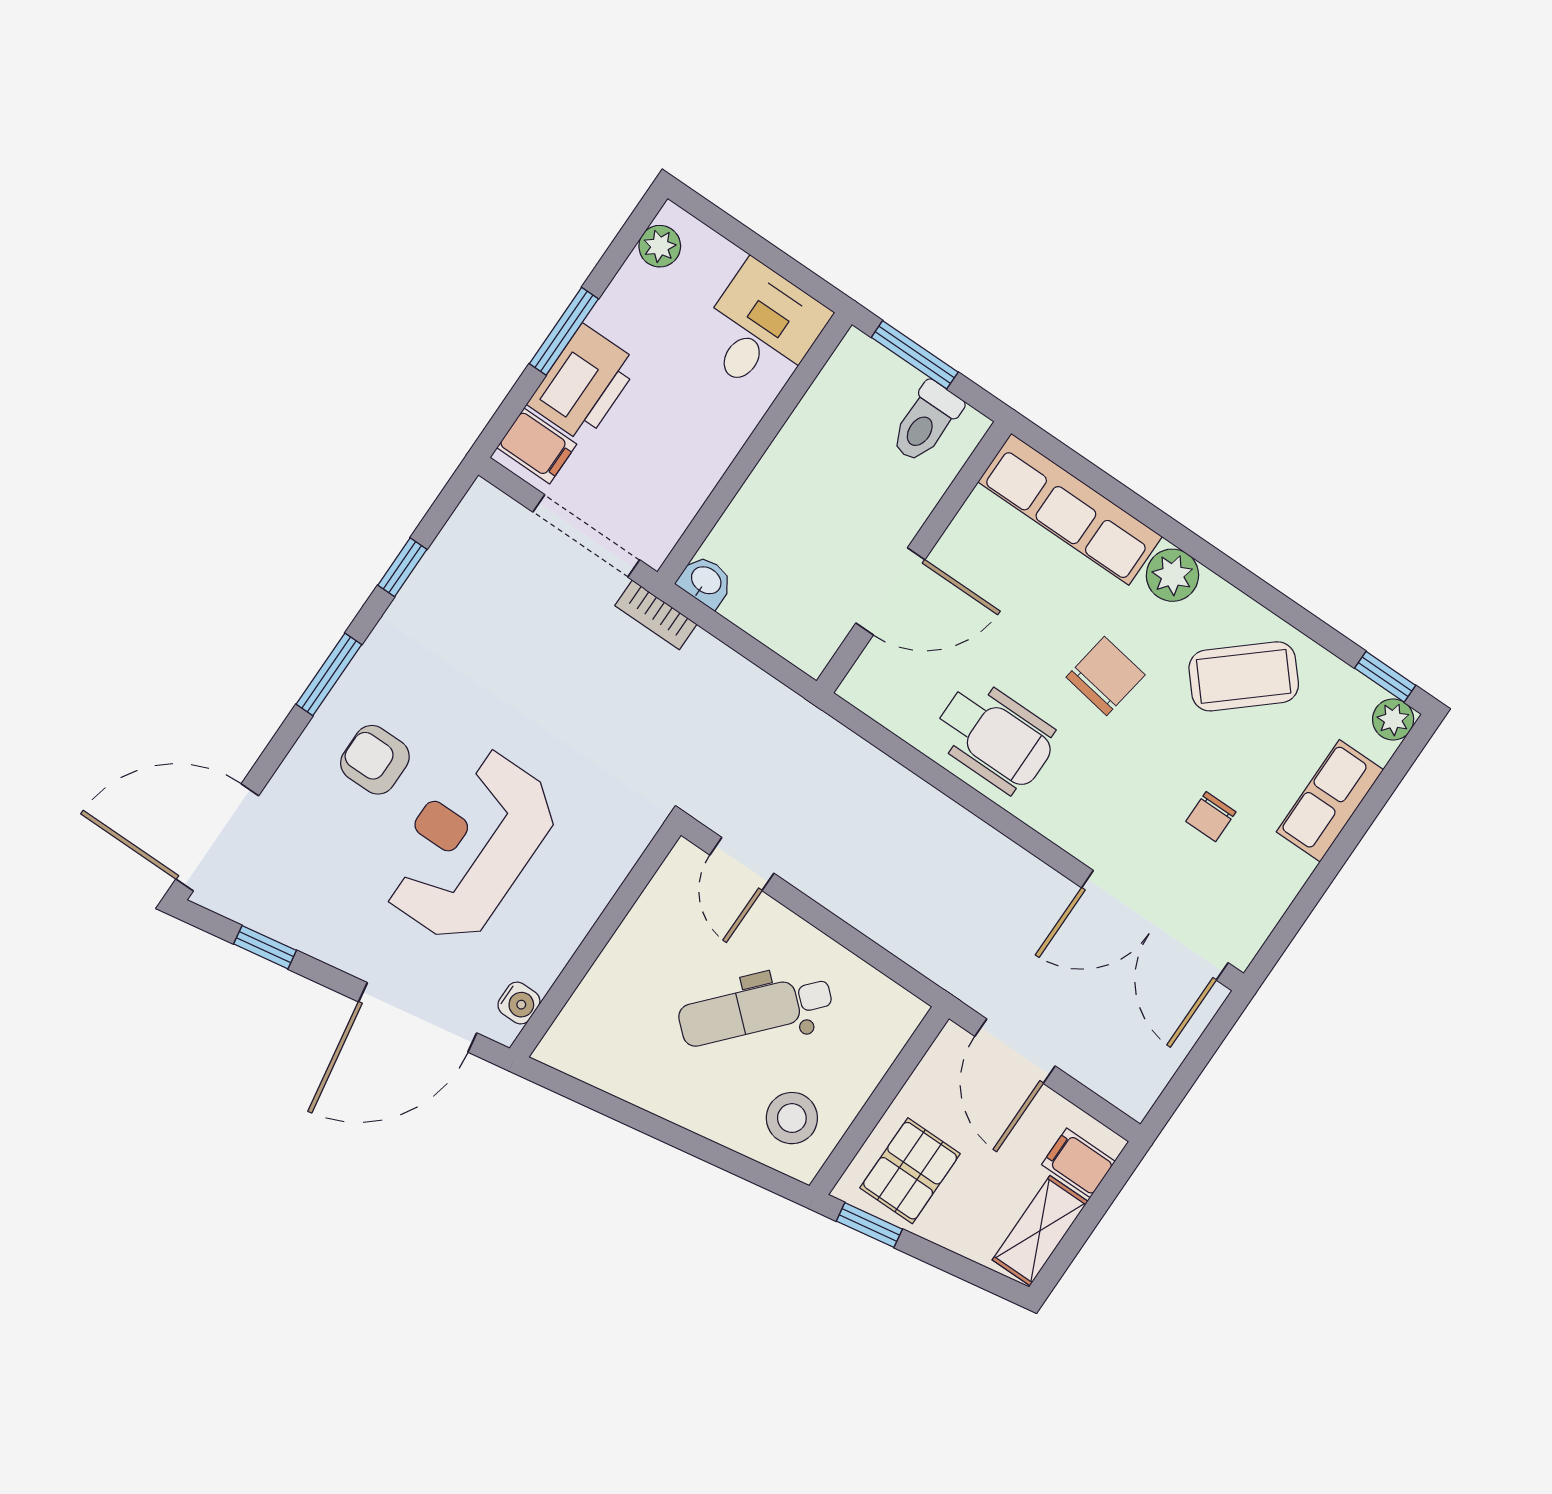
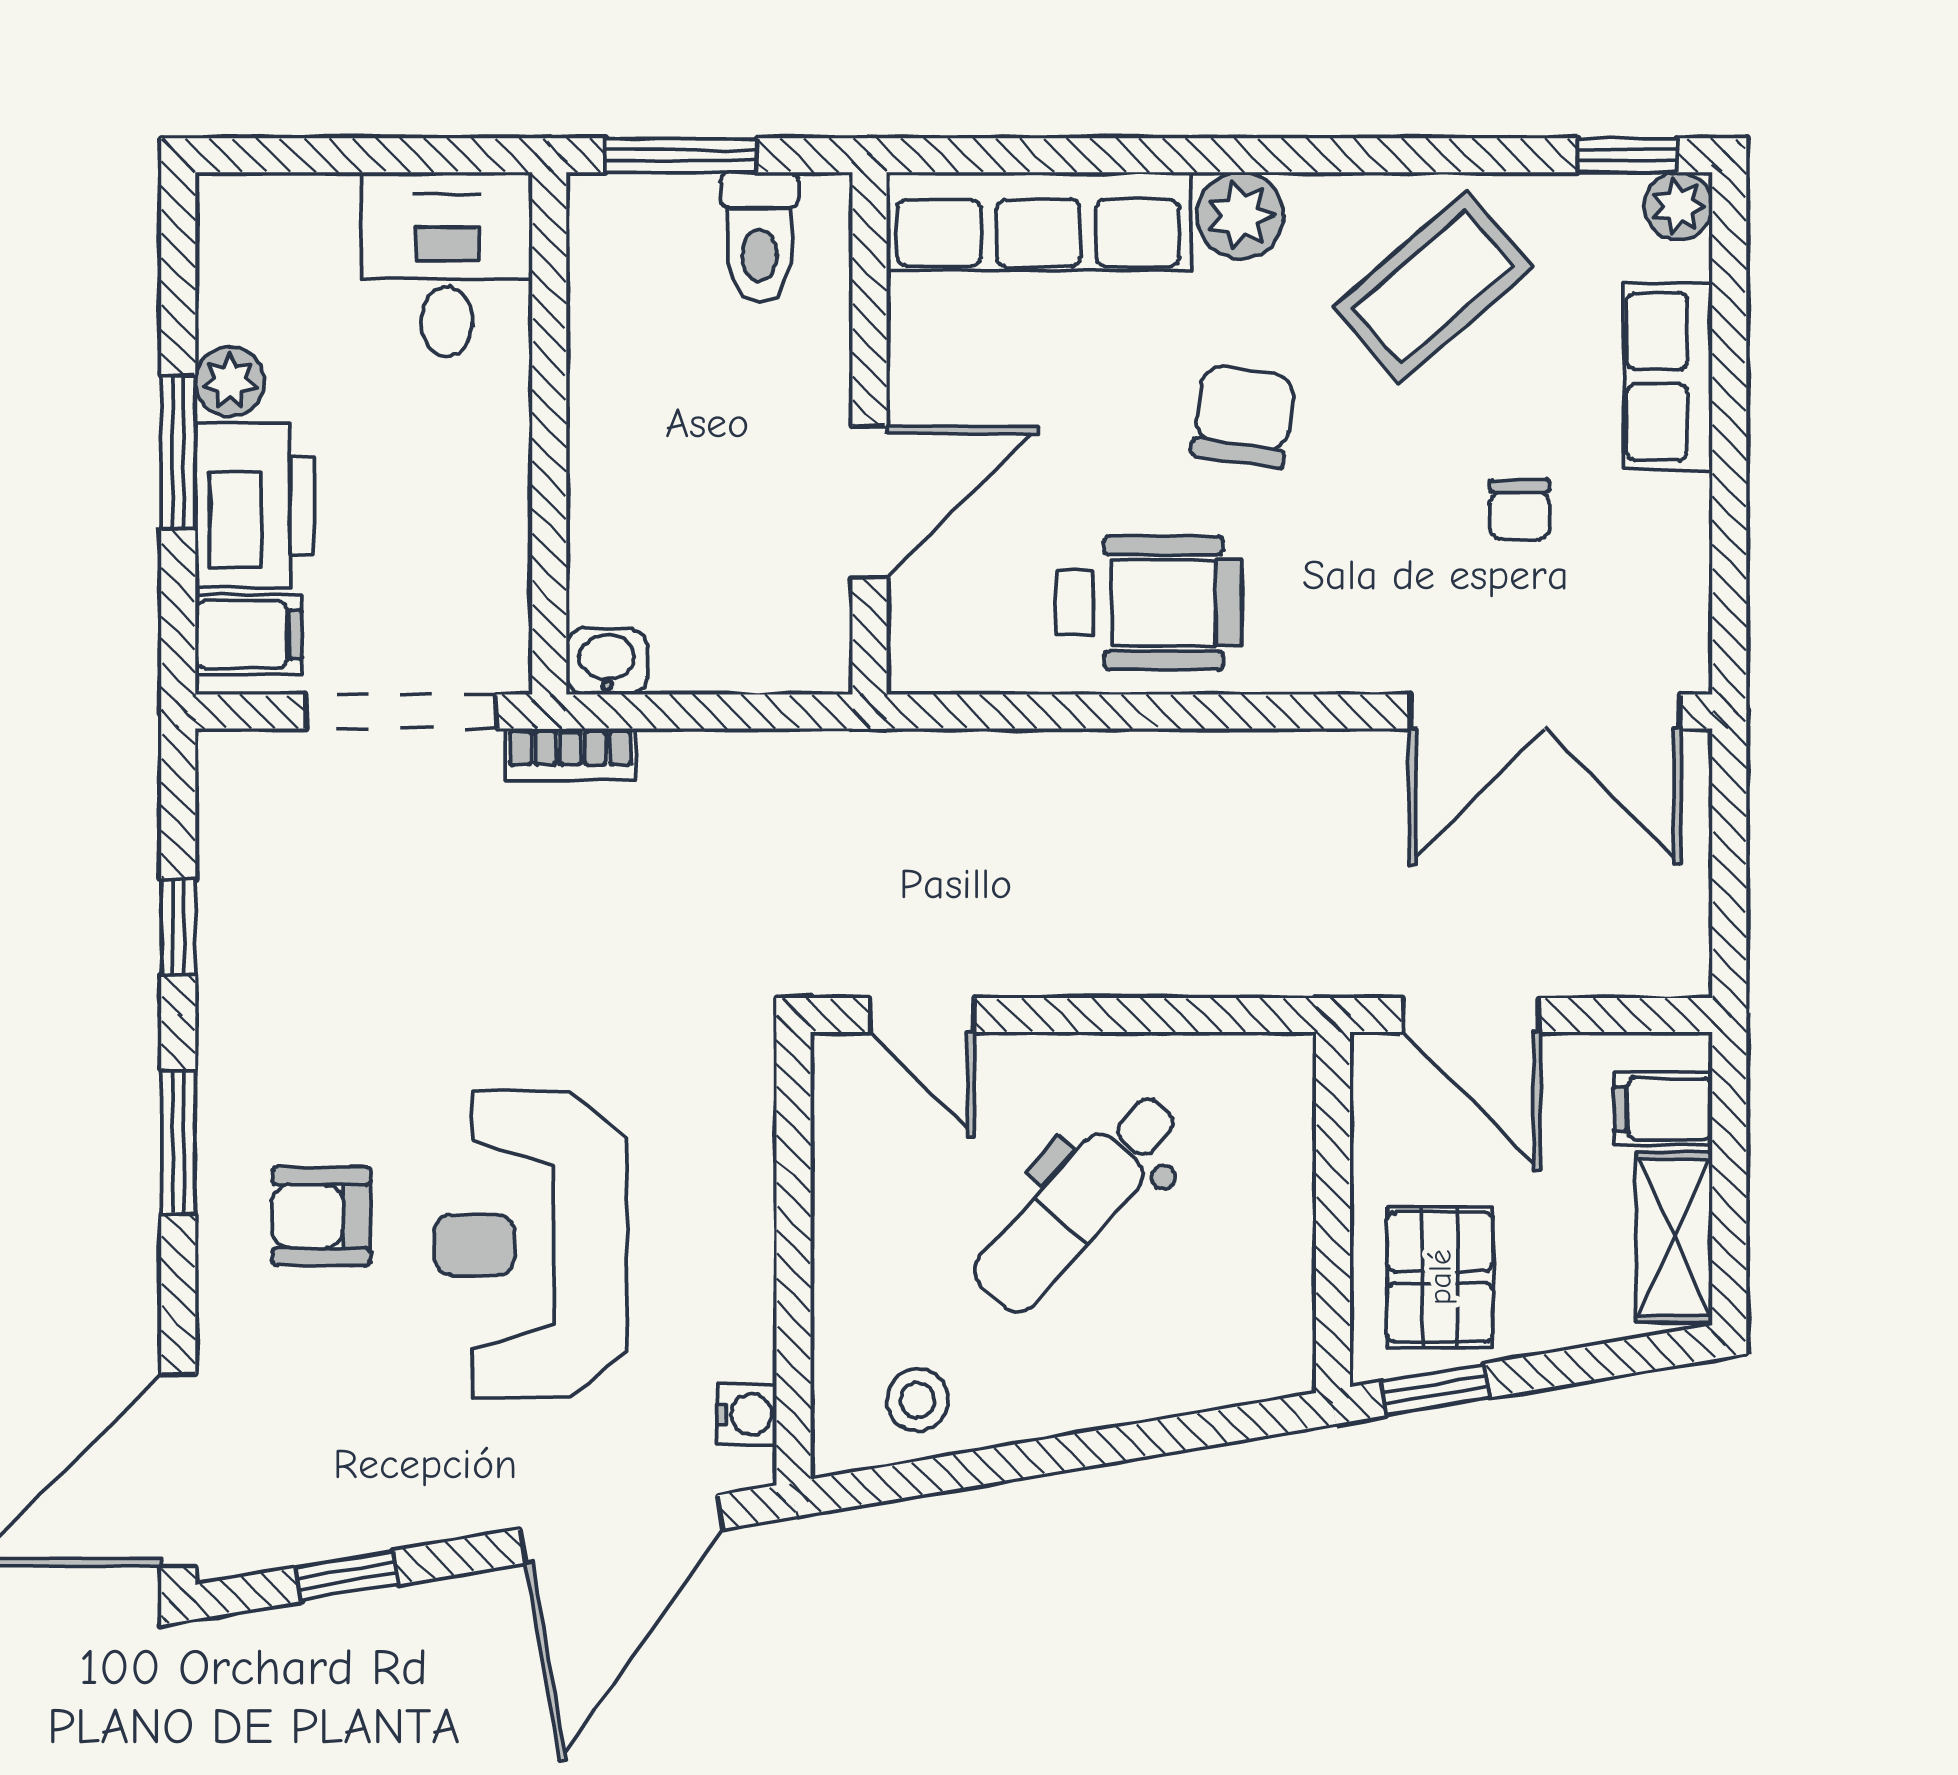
plant: (660, 246) -> (230, 382), moved
stool: (792, 1118) -> (918, 1400), moved, width x0.73, depth x0.73

